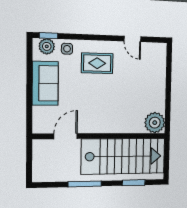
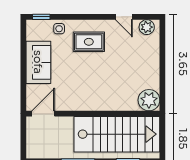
plant: (47, 46) -> (147, 27), moved
door: (66, 136) -> (43, 114), moved

